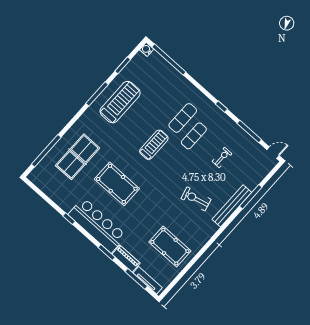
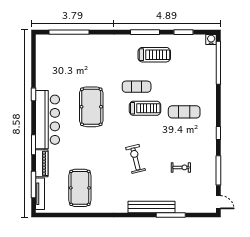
treadmill: (120, 102) -> (154, 55), width x0.73, depth x0.73
exercise mat: (194, 136) -> (137, 87), moved
table tennis table: (78, 157) -> (85, 59), removed
exercise bike: (196, 199) -> (136, 159), moved

